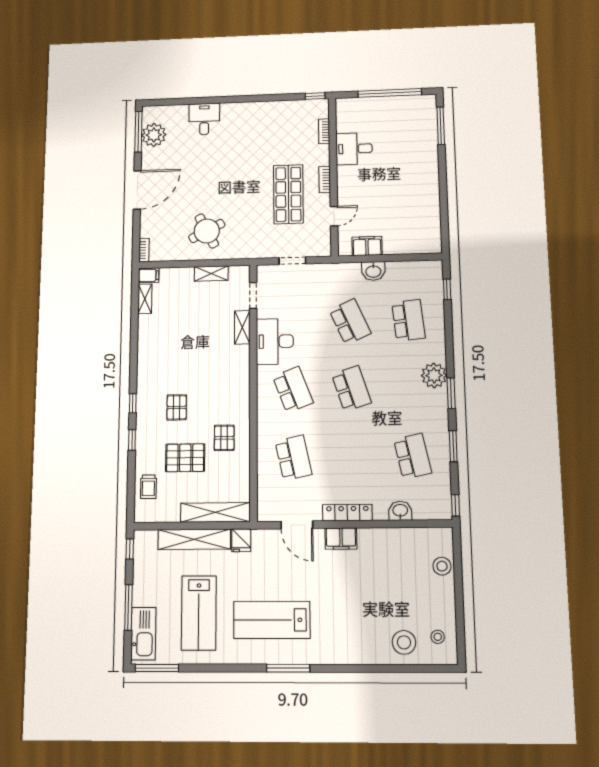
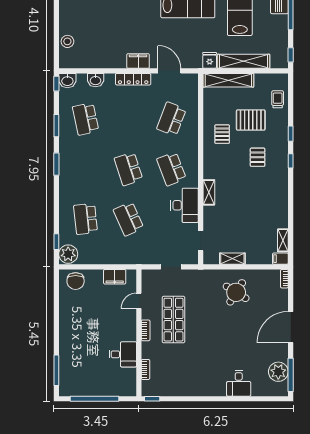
round table: (207, 231) -> (236, 292), turned -31
chair: (419, 239) -> (76, 281), added
washbasin: (373, 271) -> (67, 81), moved, turned 180
shelving: (242, 327) -> (209, 192), moved
plant: (434, 375) -> (68, 254), moved
school desk: (293, 458) -> (171, 119), turned 33

